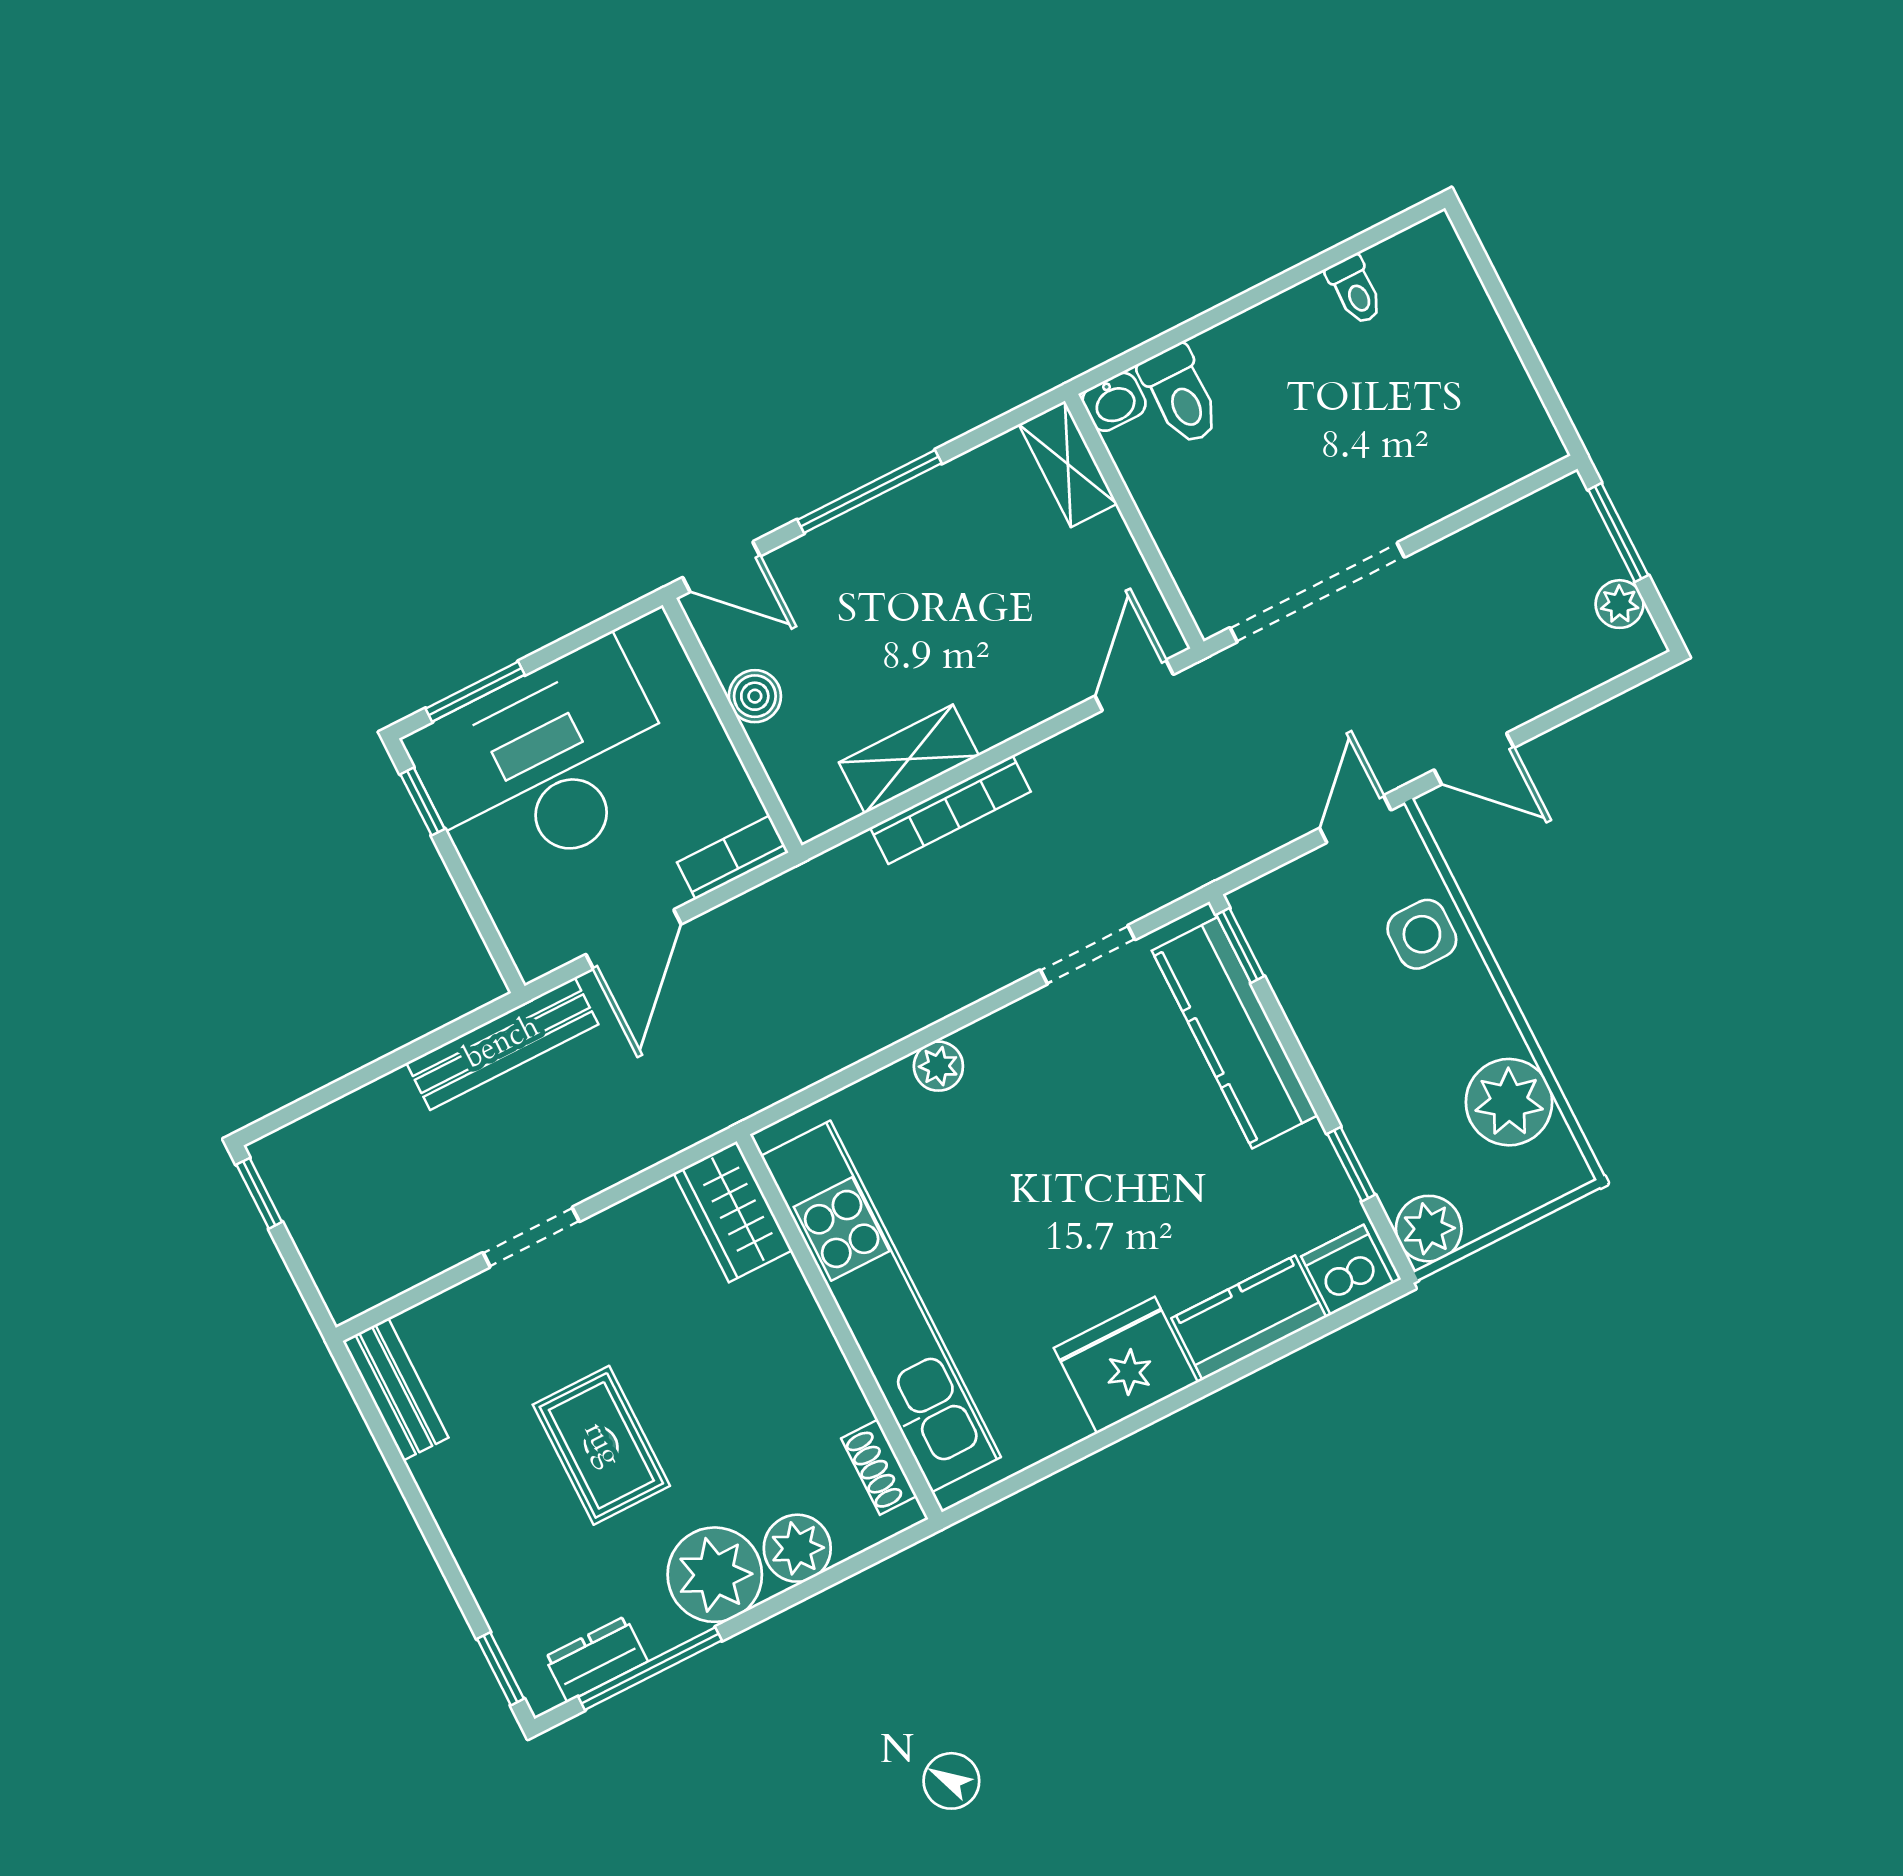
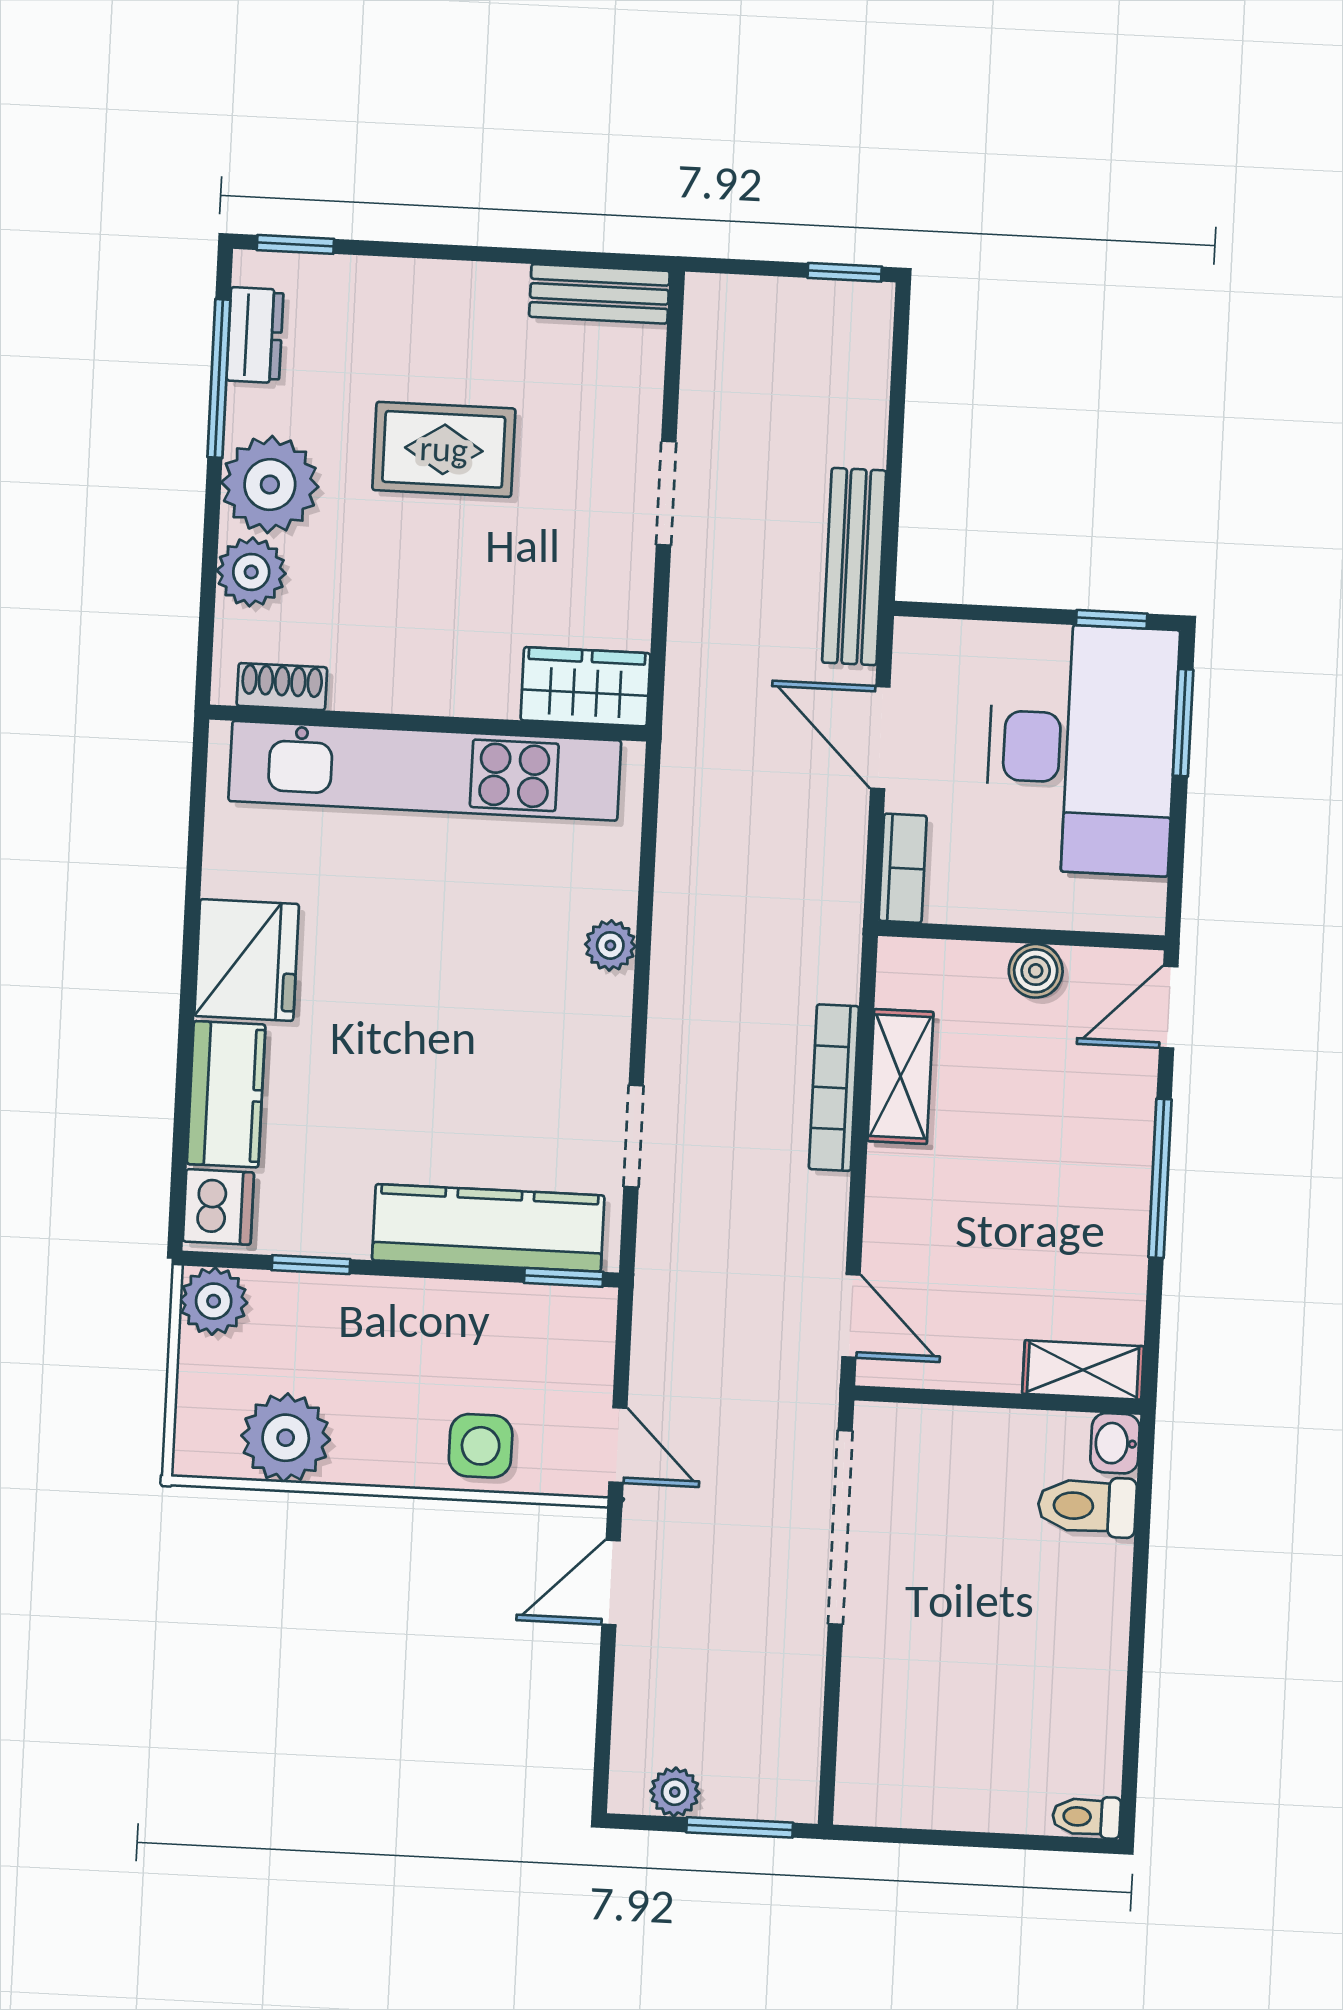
toilet: (1355, 290) -> (1086, 1817), moved

